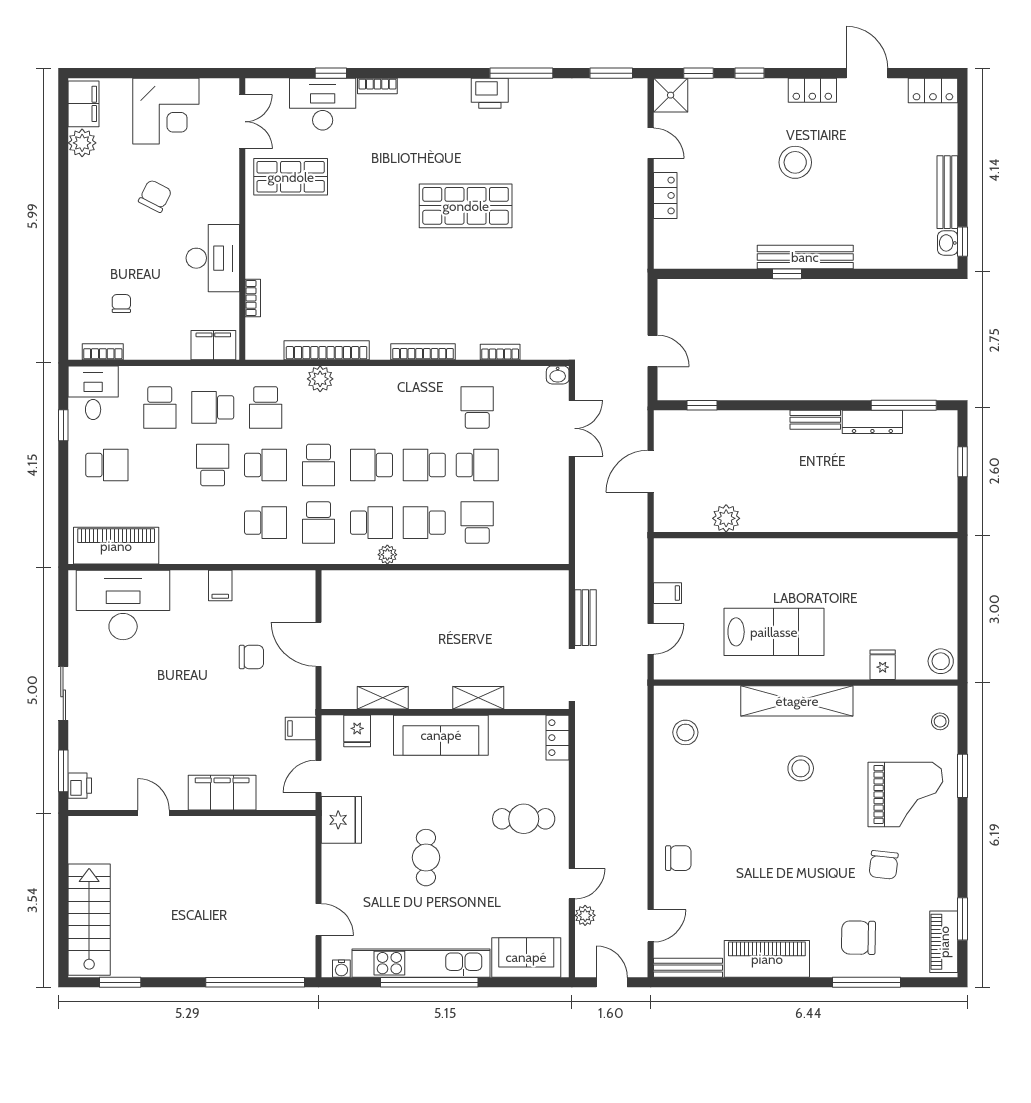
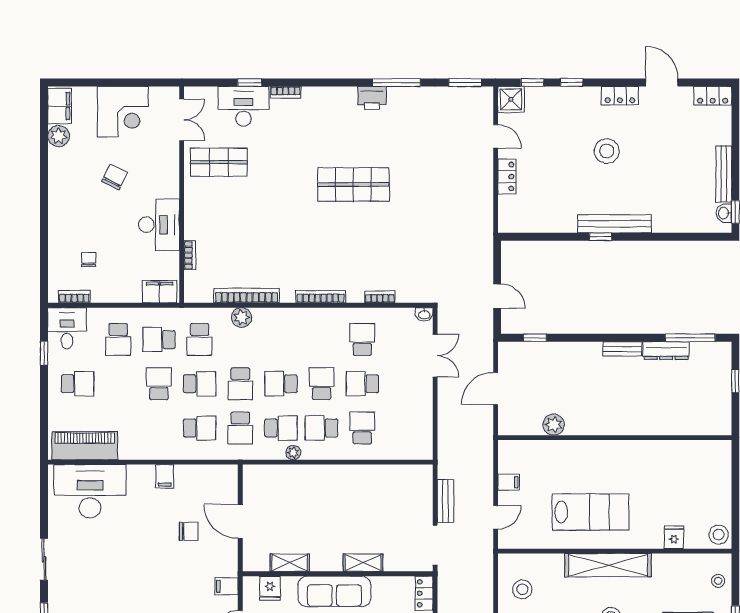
school desk: (424, 465) -> (322, 384), turned 90
school desk: (477, 465) -> (362, 384), turned 180

